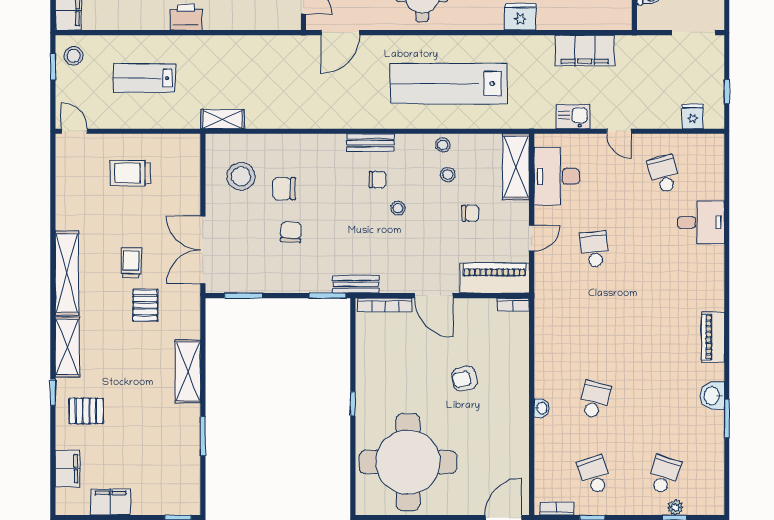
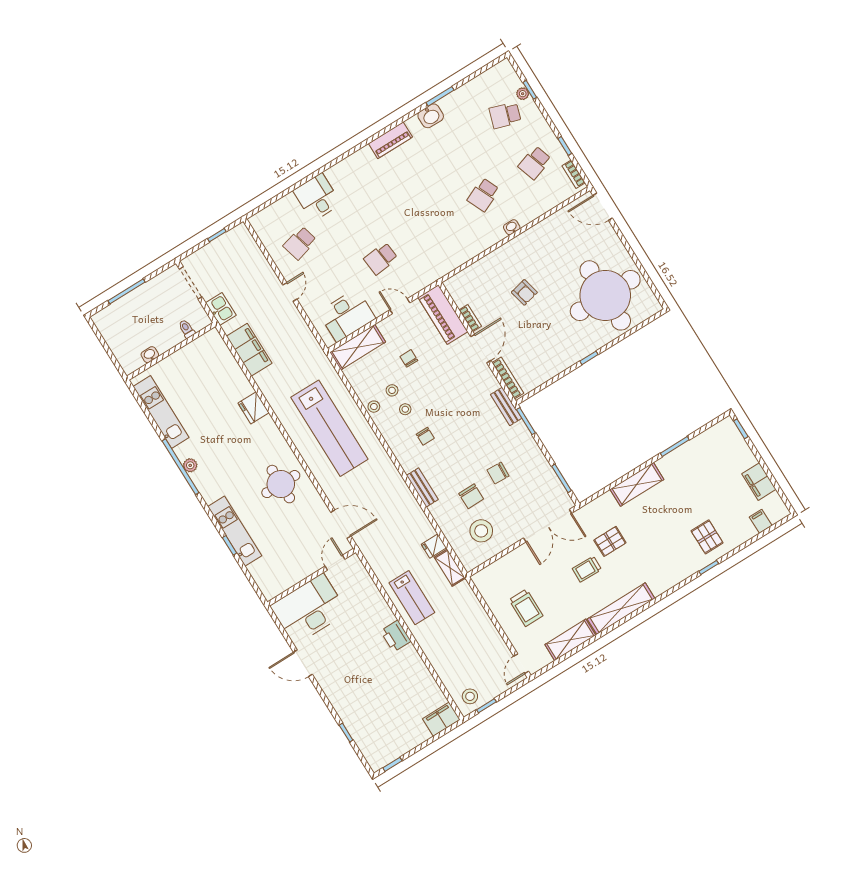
lab bench: (144, 78) -> (412, 598), moved
fridge: (693, 116) -> (434, 546), moved
kitchen sink: (573, 117) -> (221, 309), moved, turned 180
bench: (371, 143) -> (422, 488), moved
chair: (377, 180) -> (425, 436), turned 180
stool: (398, 208) -> (405, 409), moved
bookcase: (513, 305) -> (470, 318), moved
shelving: (67, 347) -> (570, 640), moved
school desk: (594, 400) -> (483, 195), turned -39
filing cabinet: (67, 469) -> (761, 521), width x0.50

